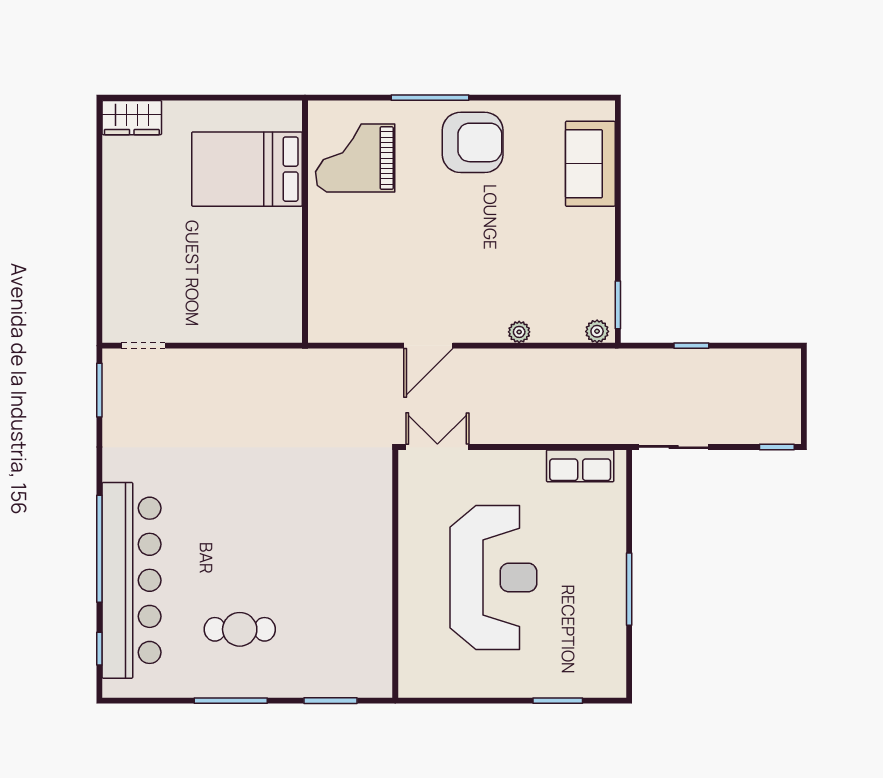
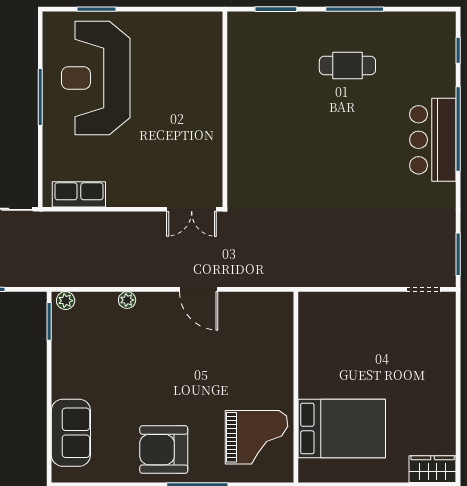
door: (428, 346) -> (199, 289), swing flipped
reception desk: (493, 577) -> (96, 78), moved
bar counter: (131, 580) -> (433, 140), width x0.54

